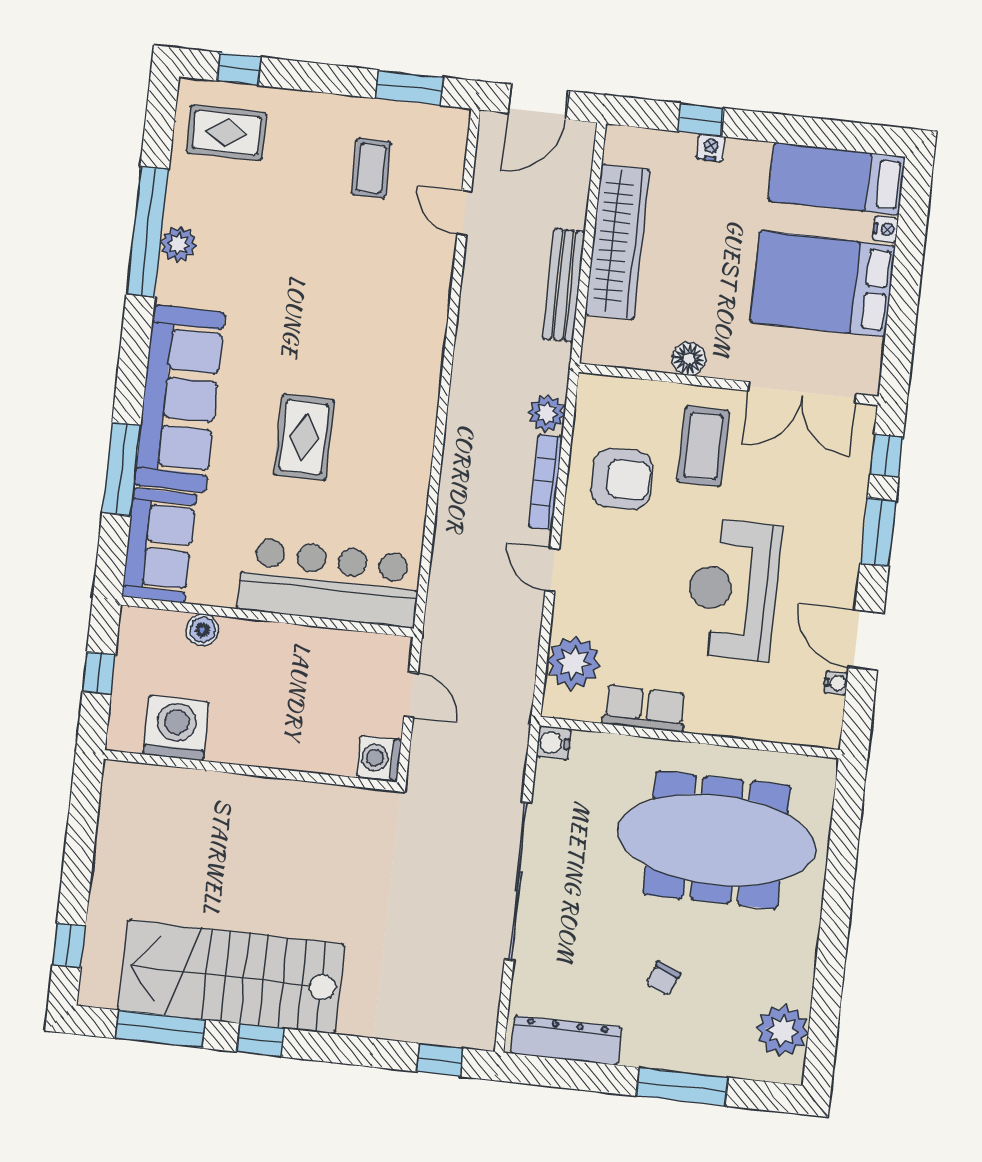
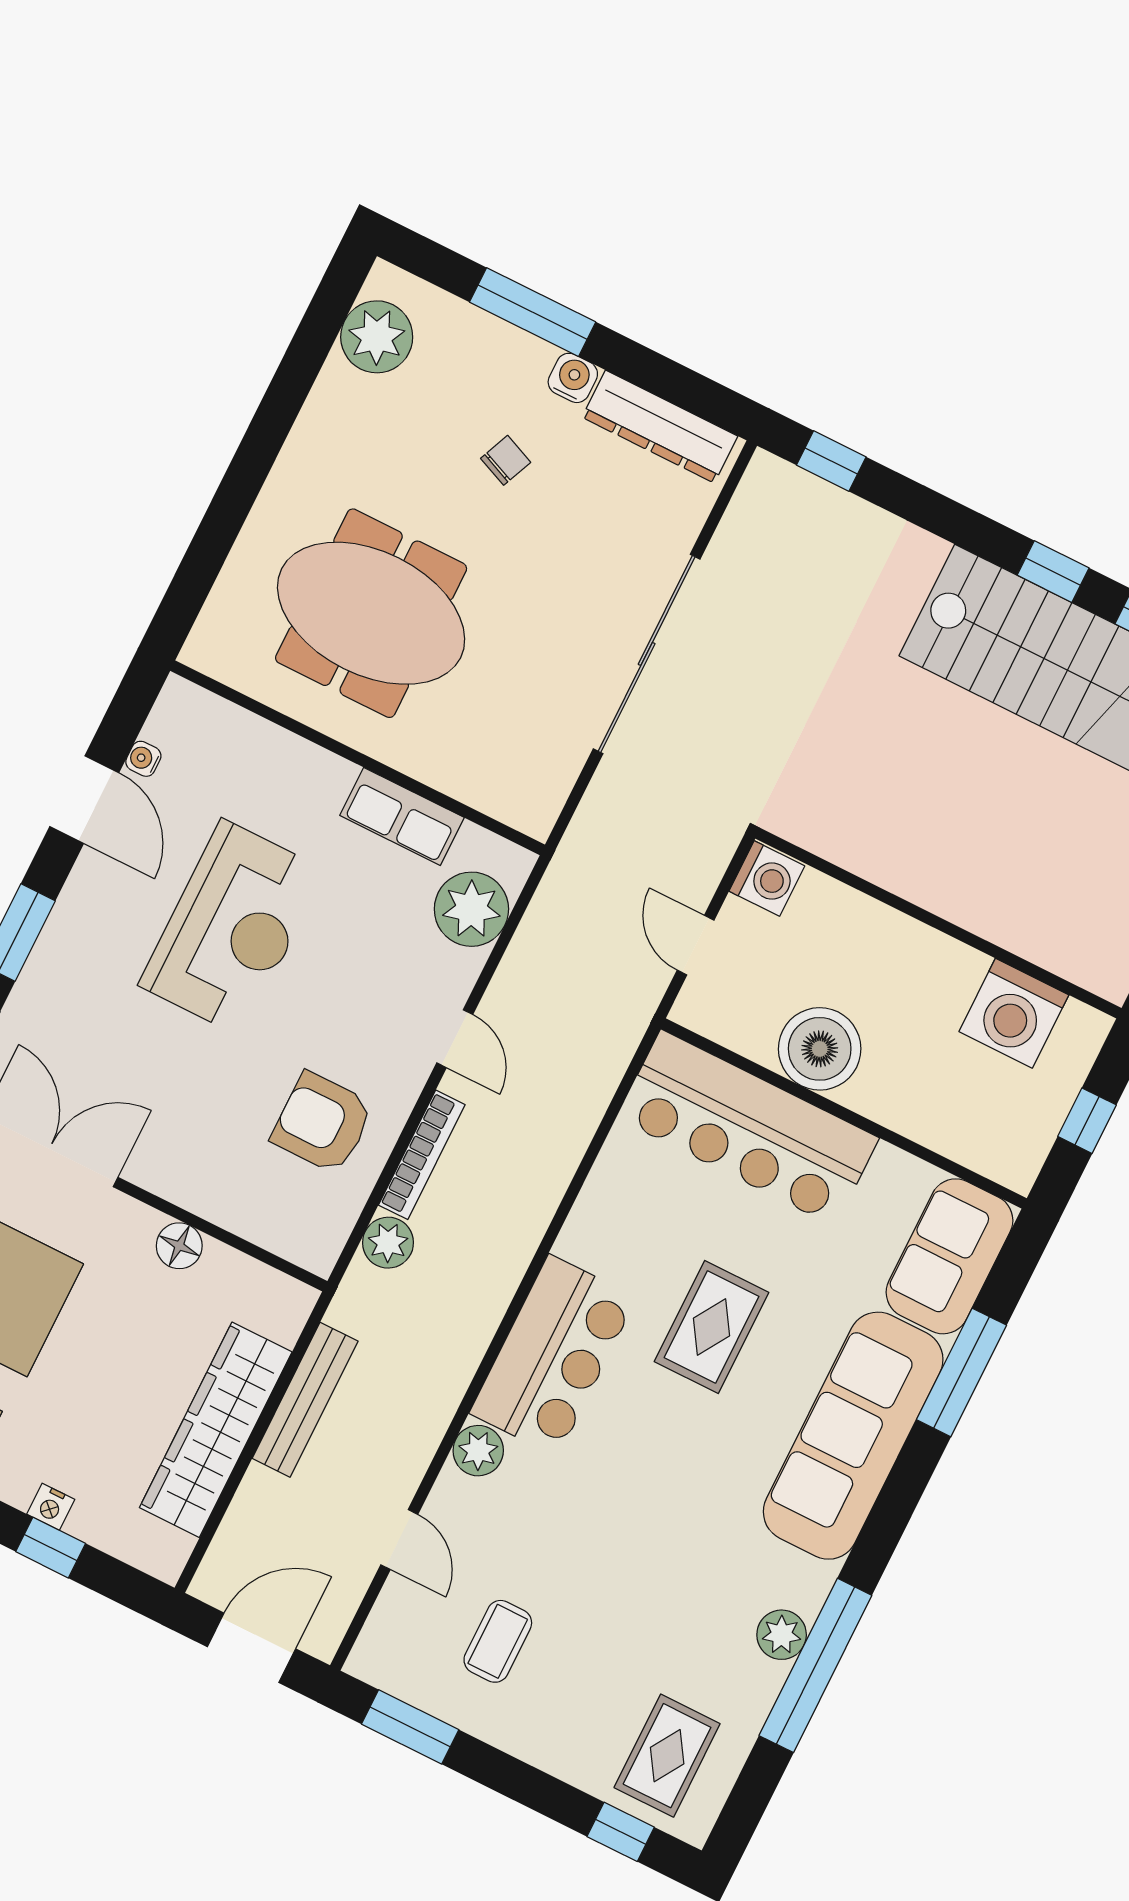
rug: (226, 133) -> (667, 1756), turned 90
plant: (433, 294) -> (478, 1451), added
bar counter: (405, 378) -> (553, 1355), added
coffee table: (703, 446) -> (202, 1126), removed
boiler: (202, 630) -> (820, 1049), moved, width x1.86, depth x1.86
water cooler: (553, 743) -> (573, 378), moved, turned -90
meeting table: (717, 840) -> (371, 613), width x0.73

